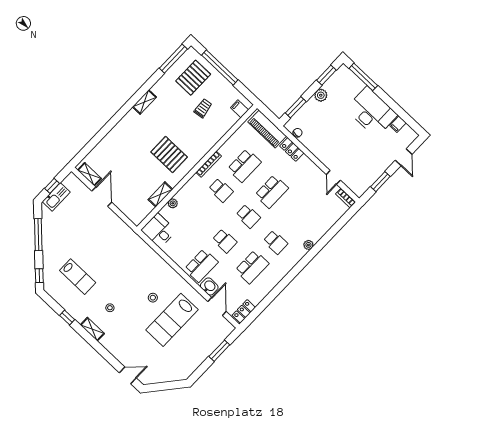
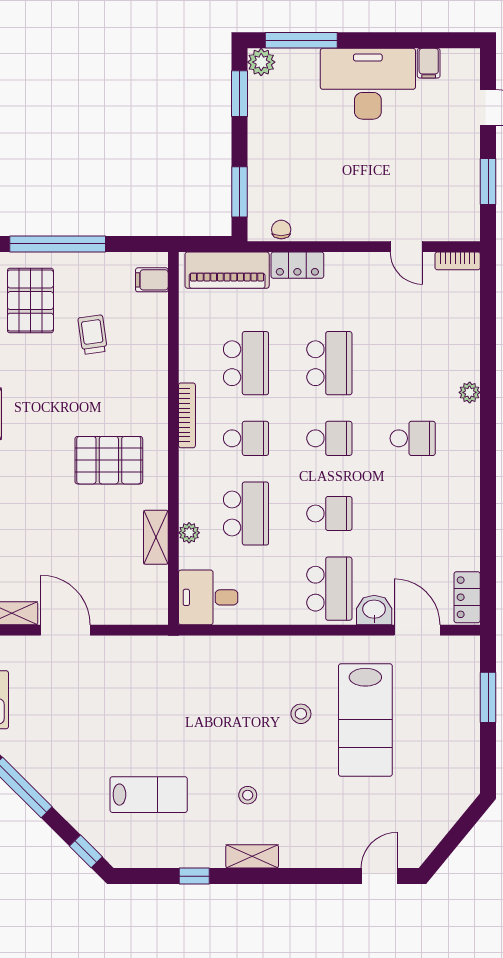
plant: (321, 95) -> (261, 62), moved
school desk: (252, 267) -> (246, 514), moved

